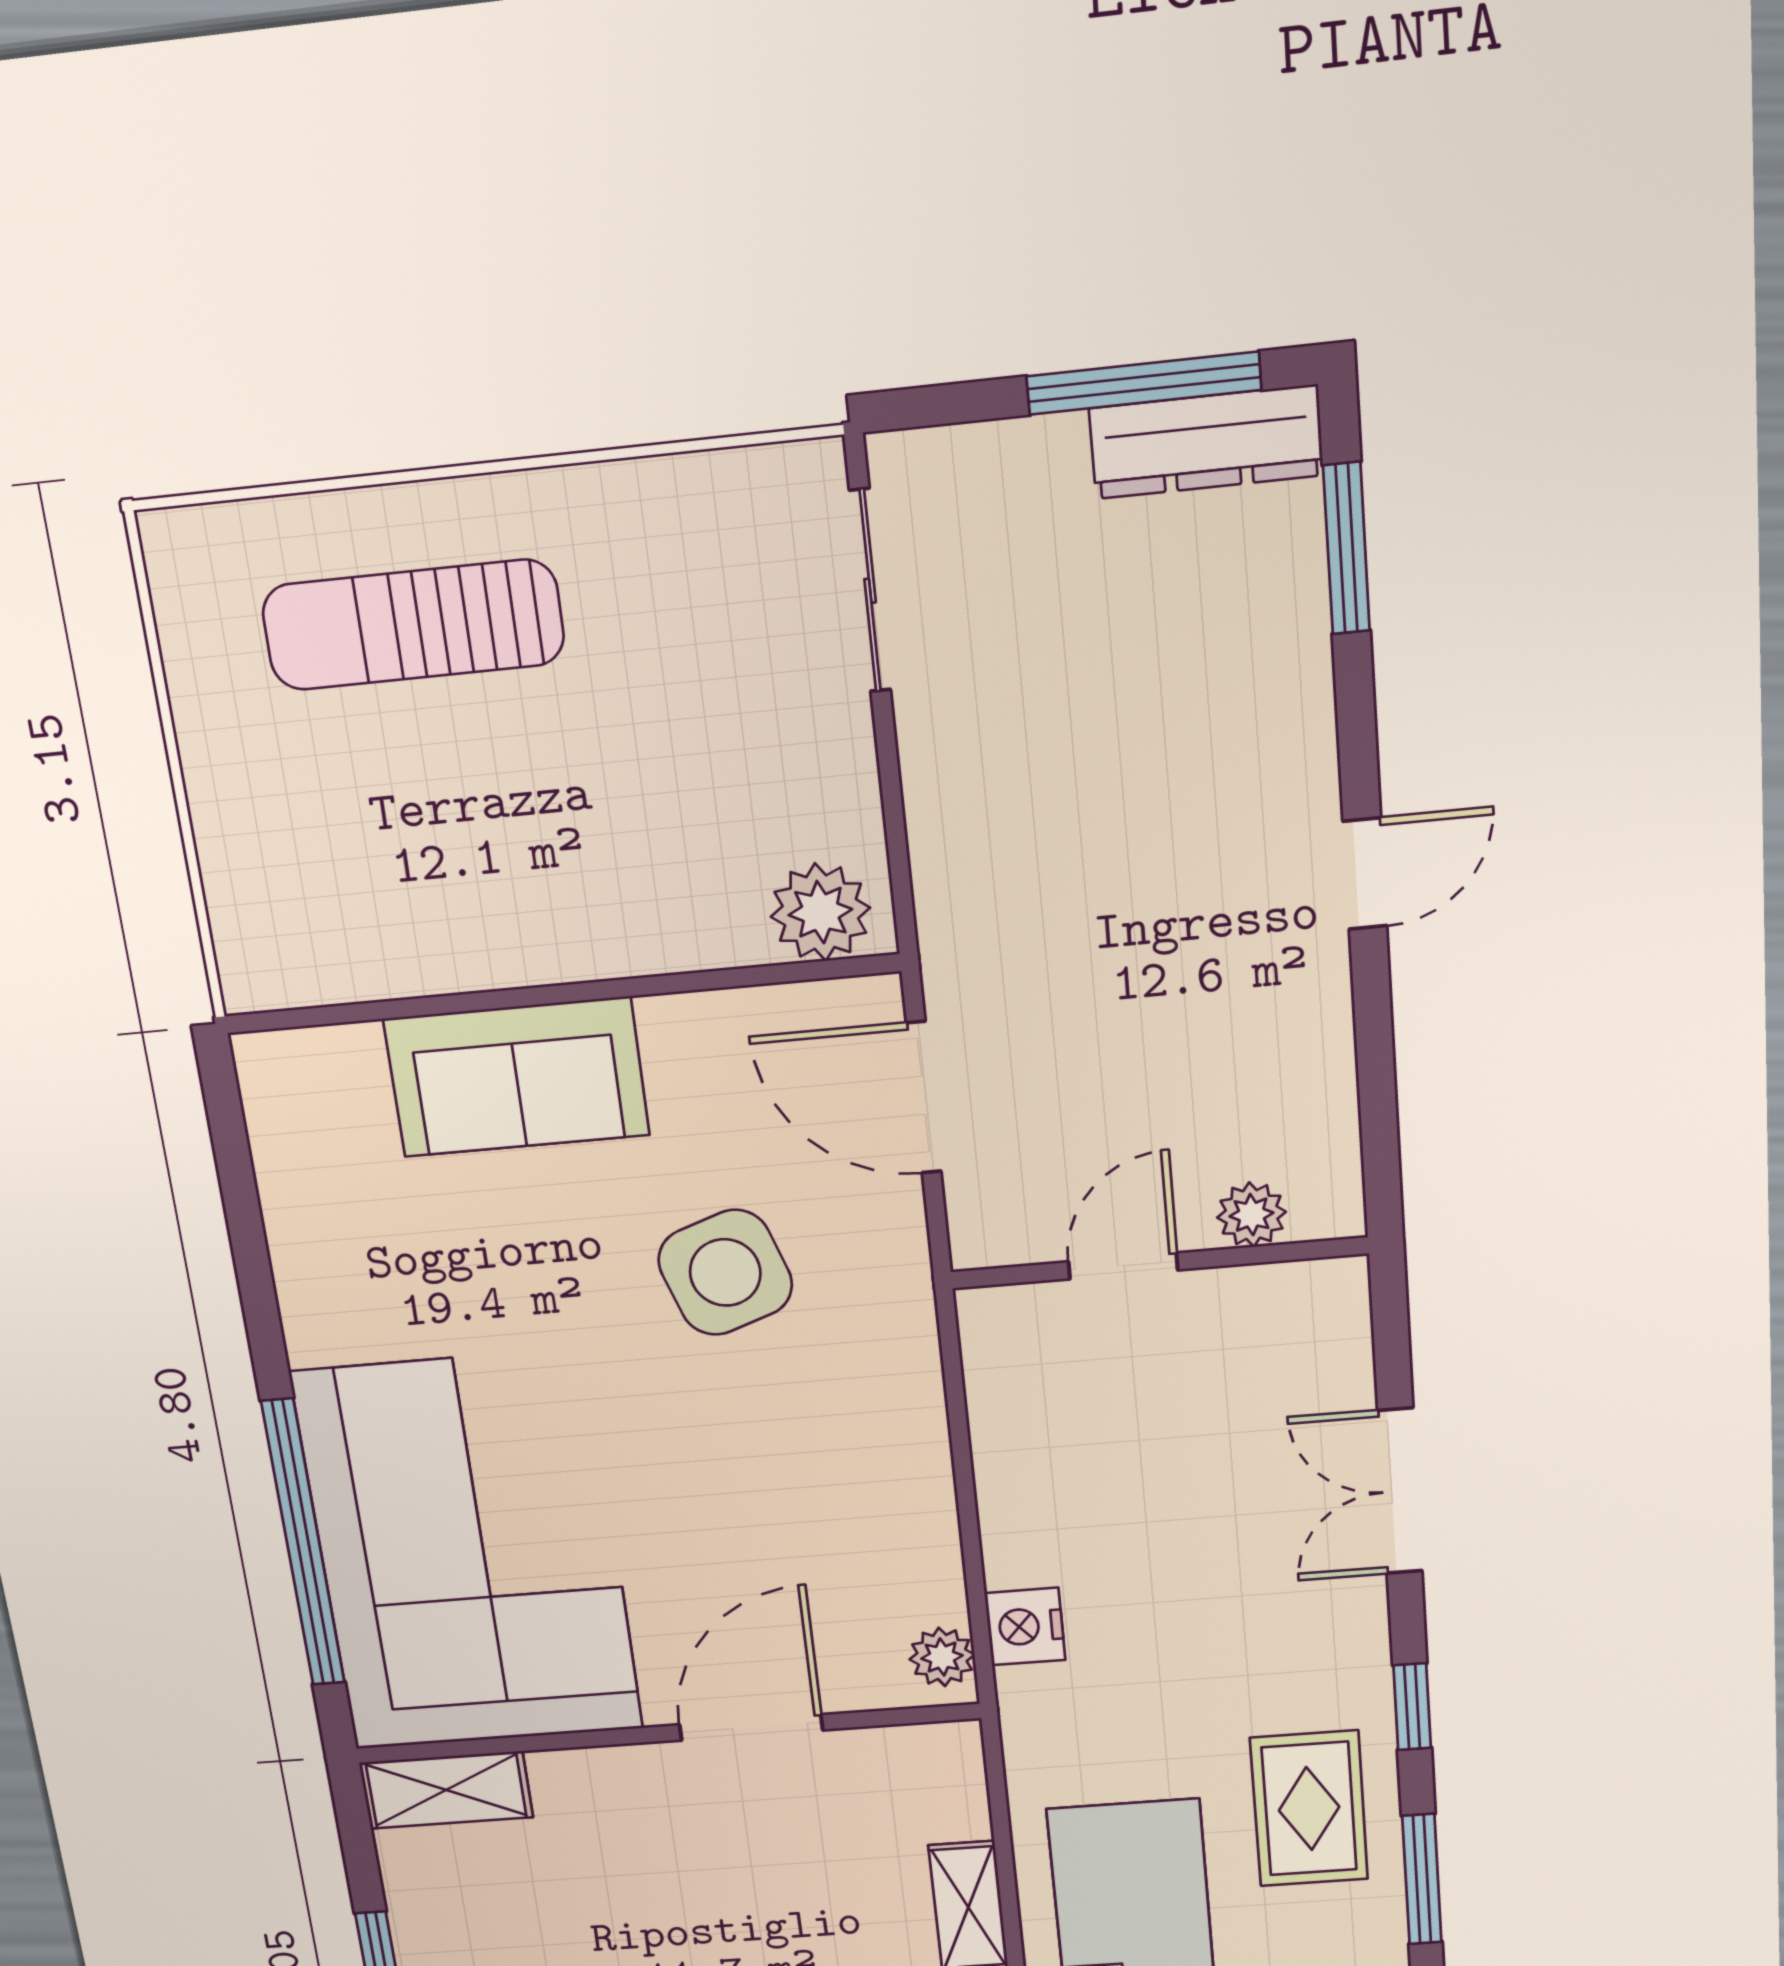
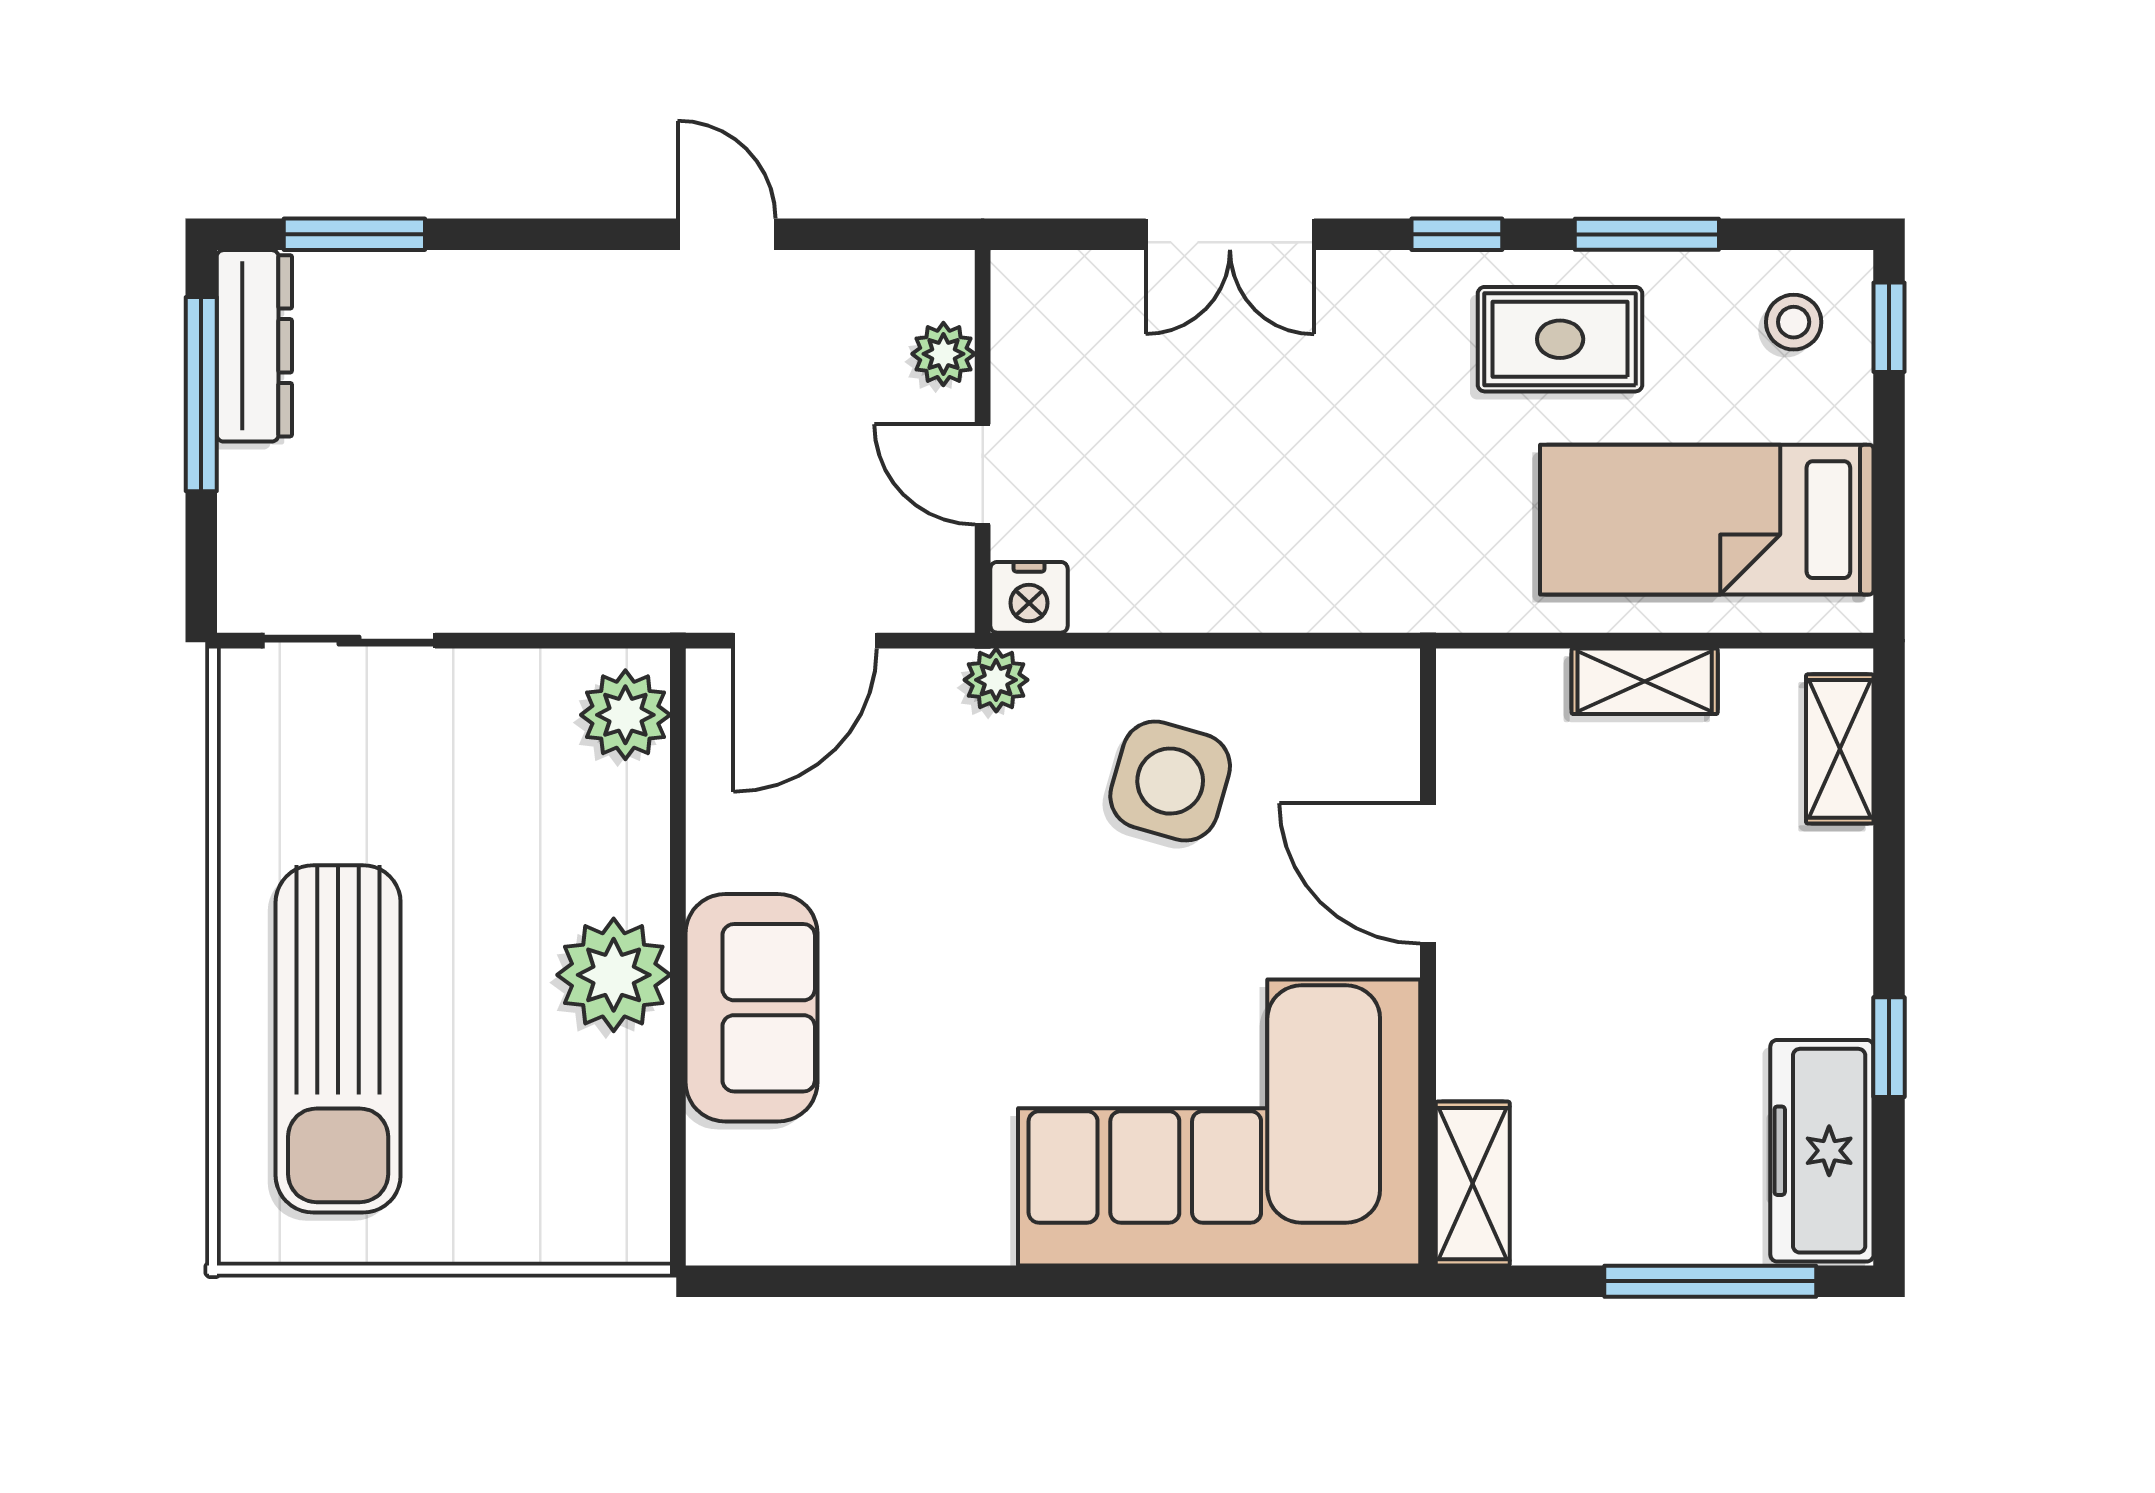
sun lounger: (413, 625) -> (338, 1039), width x1.36, depth x1.34
door: (1365, 874) -> (727, 234), moved
plant: (531, 926) -> (614, 975), added
side table: (725, 1272) -> (1170, 781), moved, turned 35
window: (303, 1544) -> (1196, 1281), removed
nightstand: (1025, 1627) -> (1029, 597), moved
plant: (942, 1657) -> (996, 680), moved

